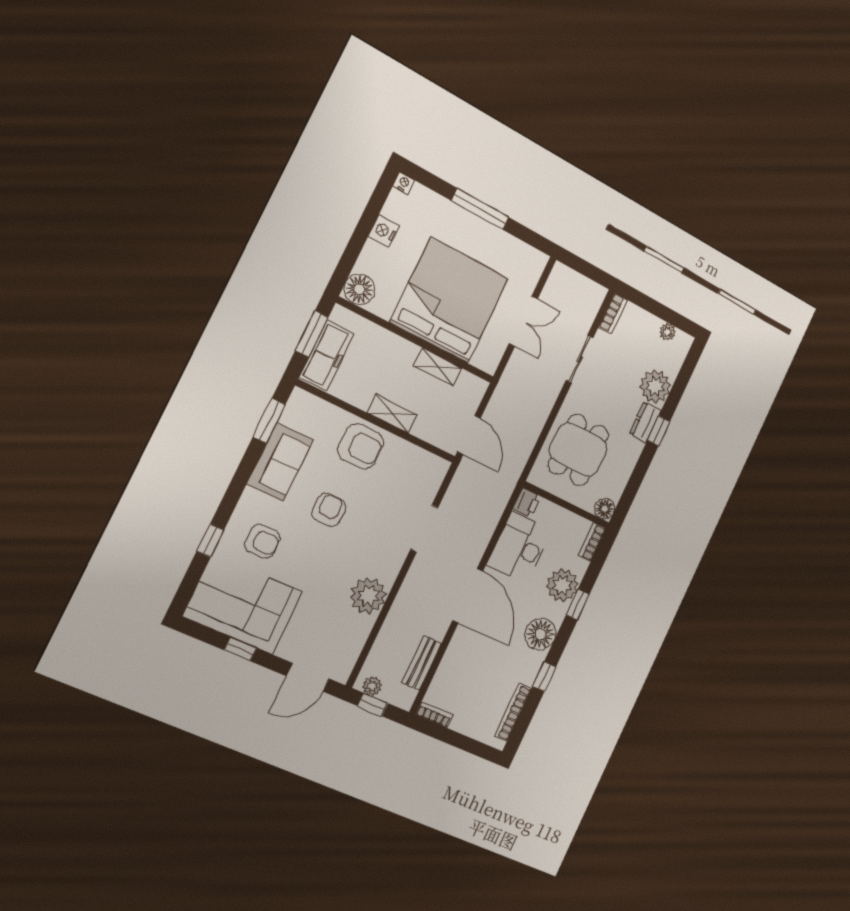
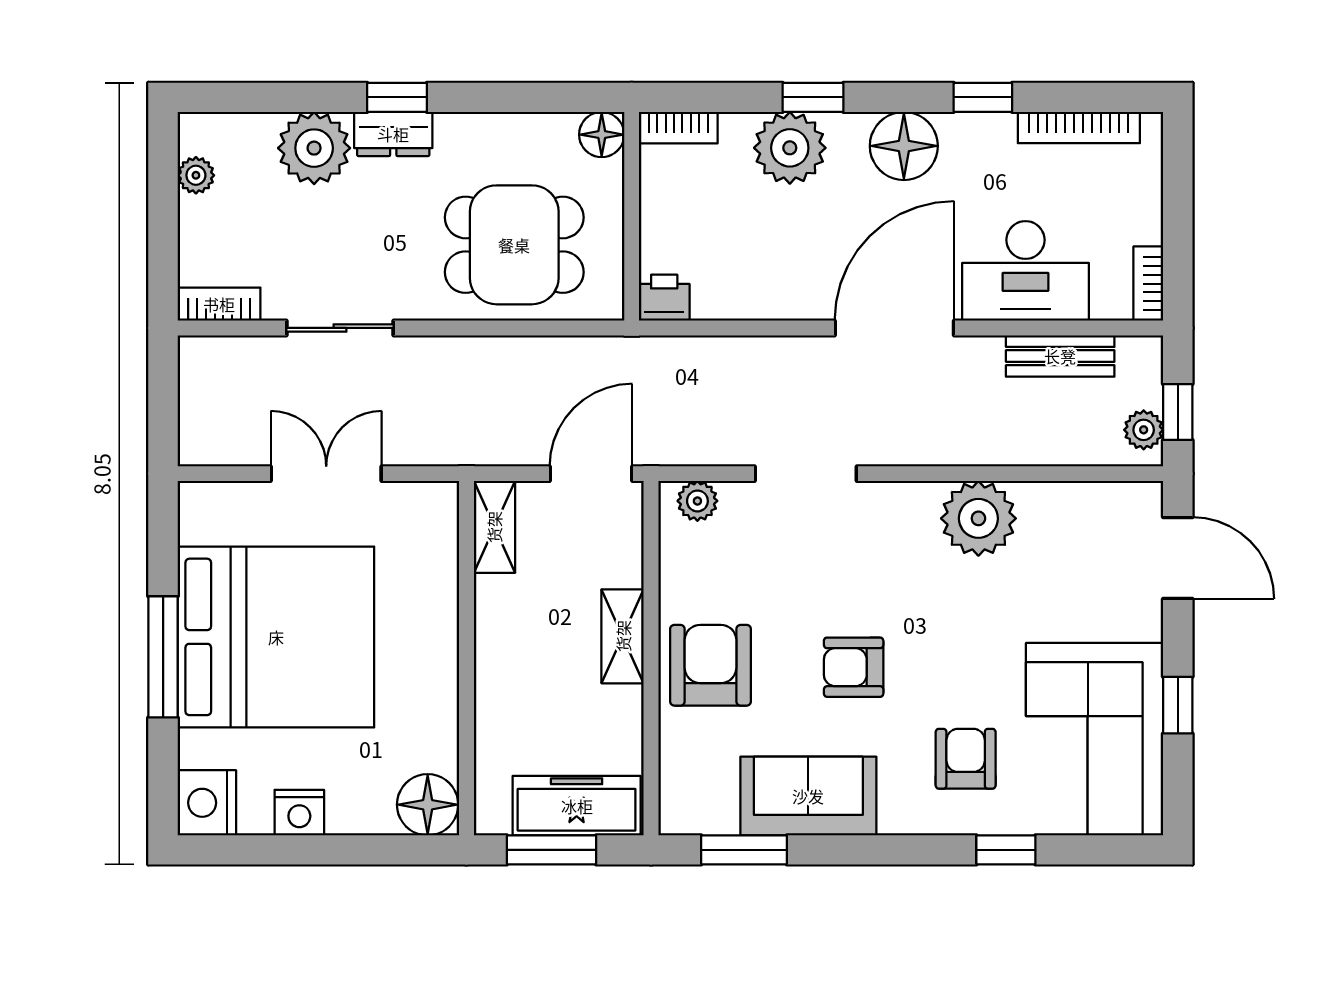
nightstand: (404, 183) -> (207, 803), width x1.89, depth x1.79
bed: (449, 300) -> (276, 637), moved, turned 180
shelving: (438, 367) -> (494, 527), moved
plant: (435, 475) -> (697, 501), added
desk: (519, 548) -> (1025, 271), moved

